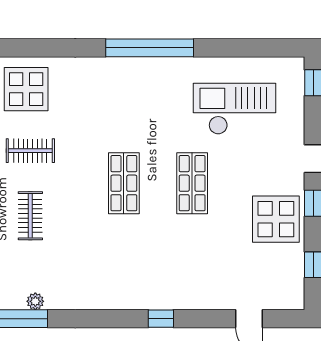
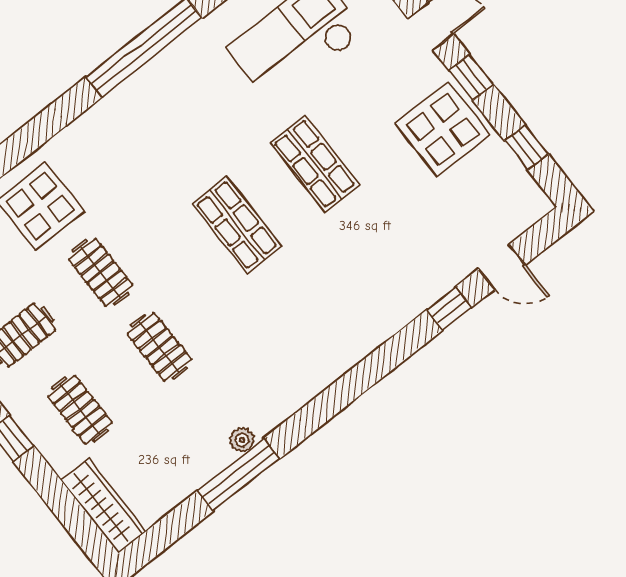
clothes rail: (30, 151) -> (101, 272), turned 90
window: (161, 319) -> (449, 309), moved

